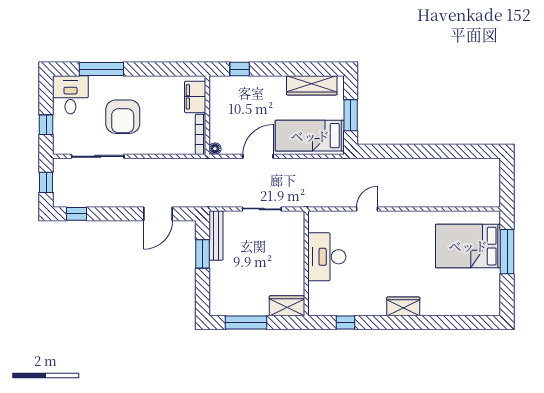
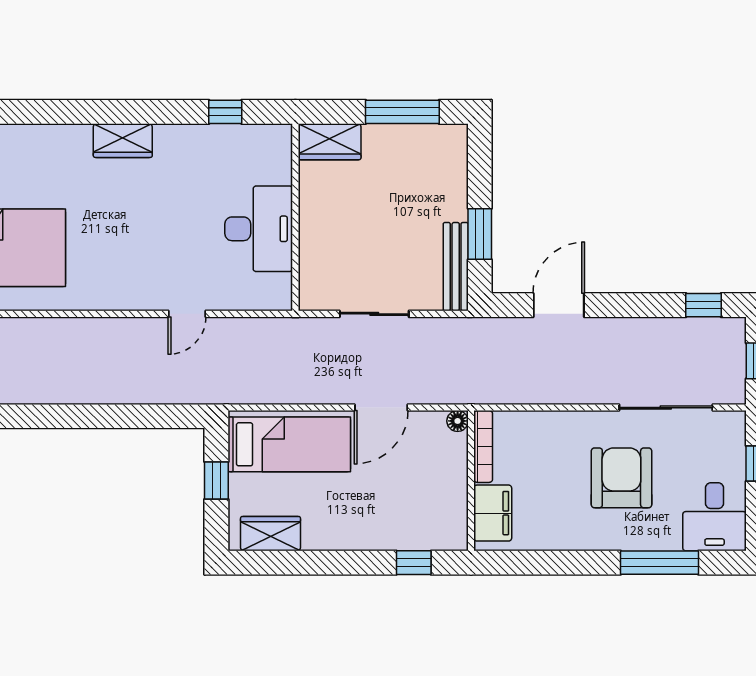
wardrobe: (312, 85) -> (270, 534), width x0.67
window: (351, 115) -> (216, 480), width x0.67

